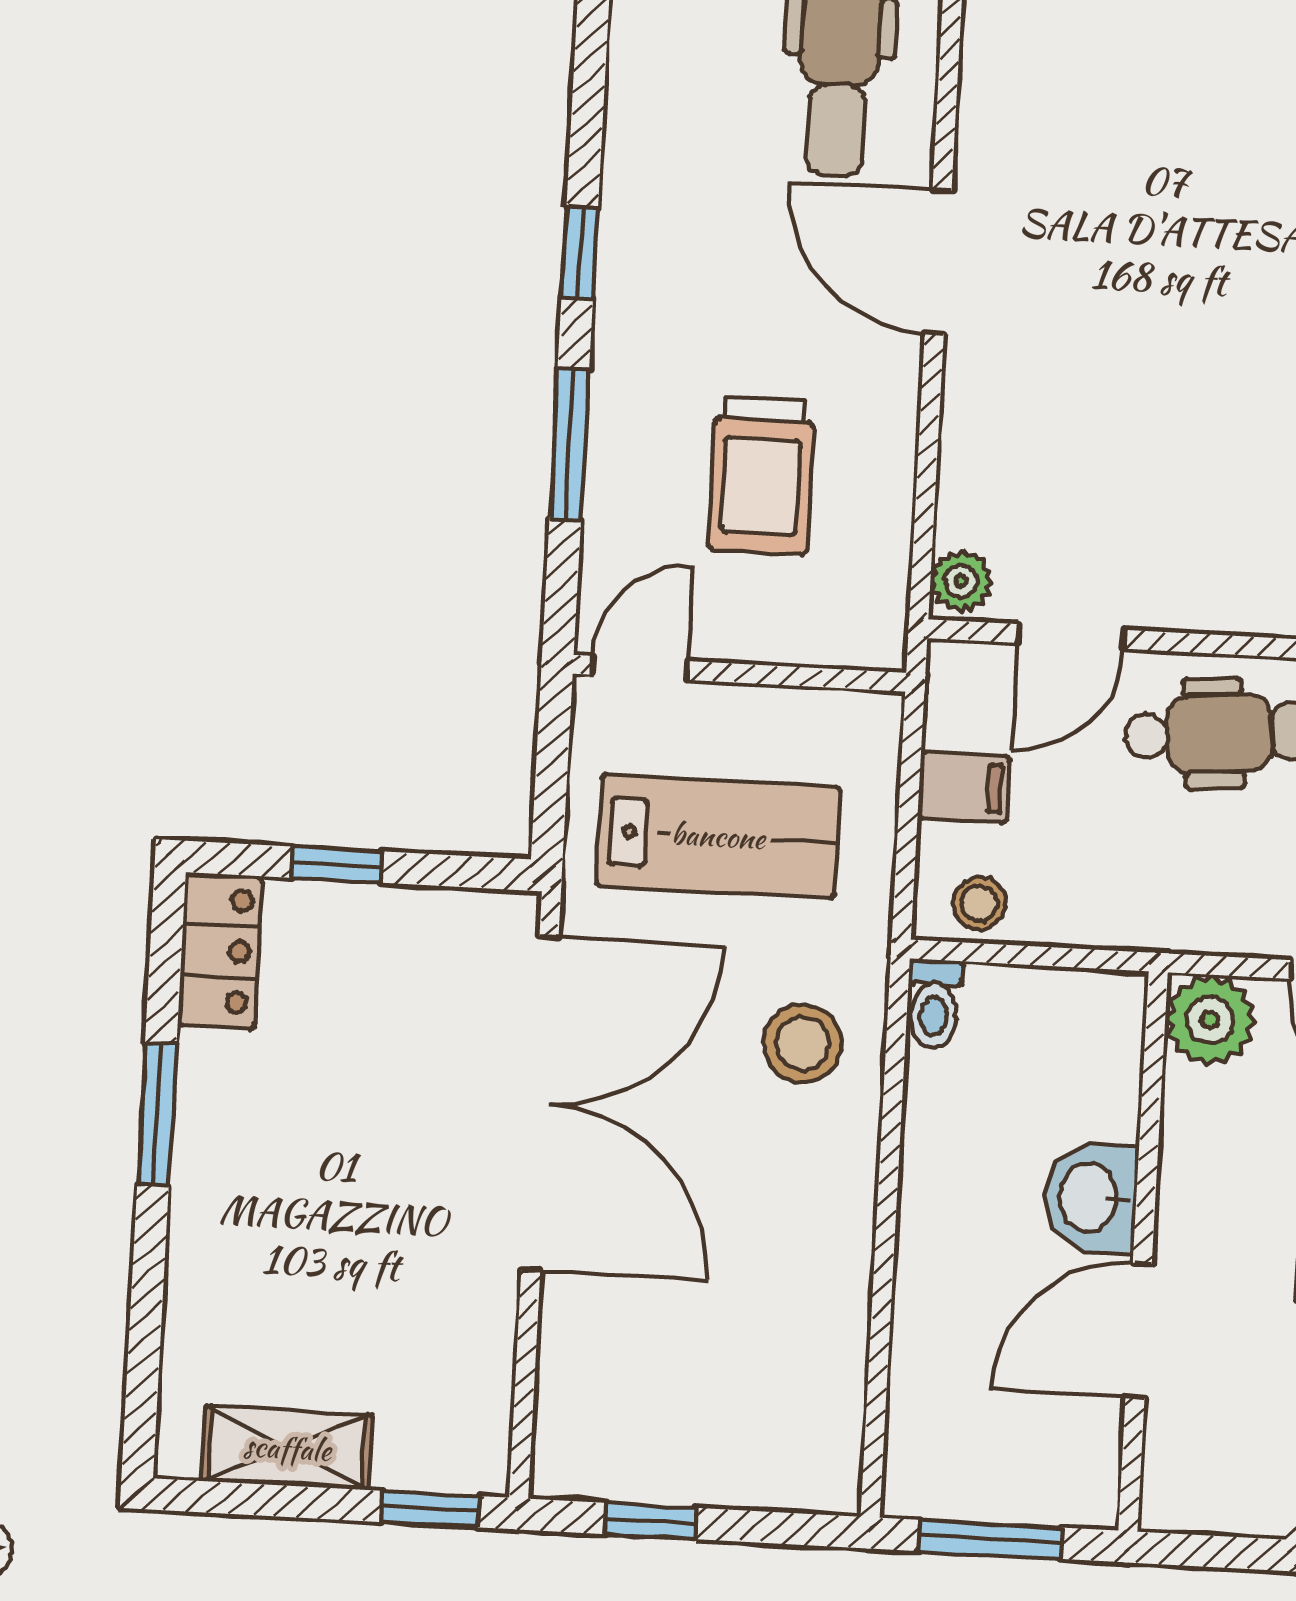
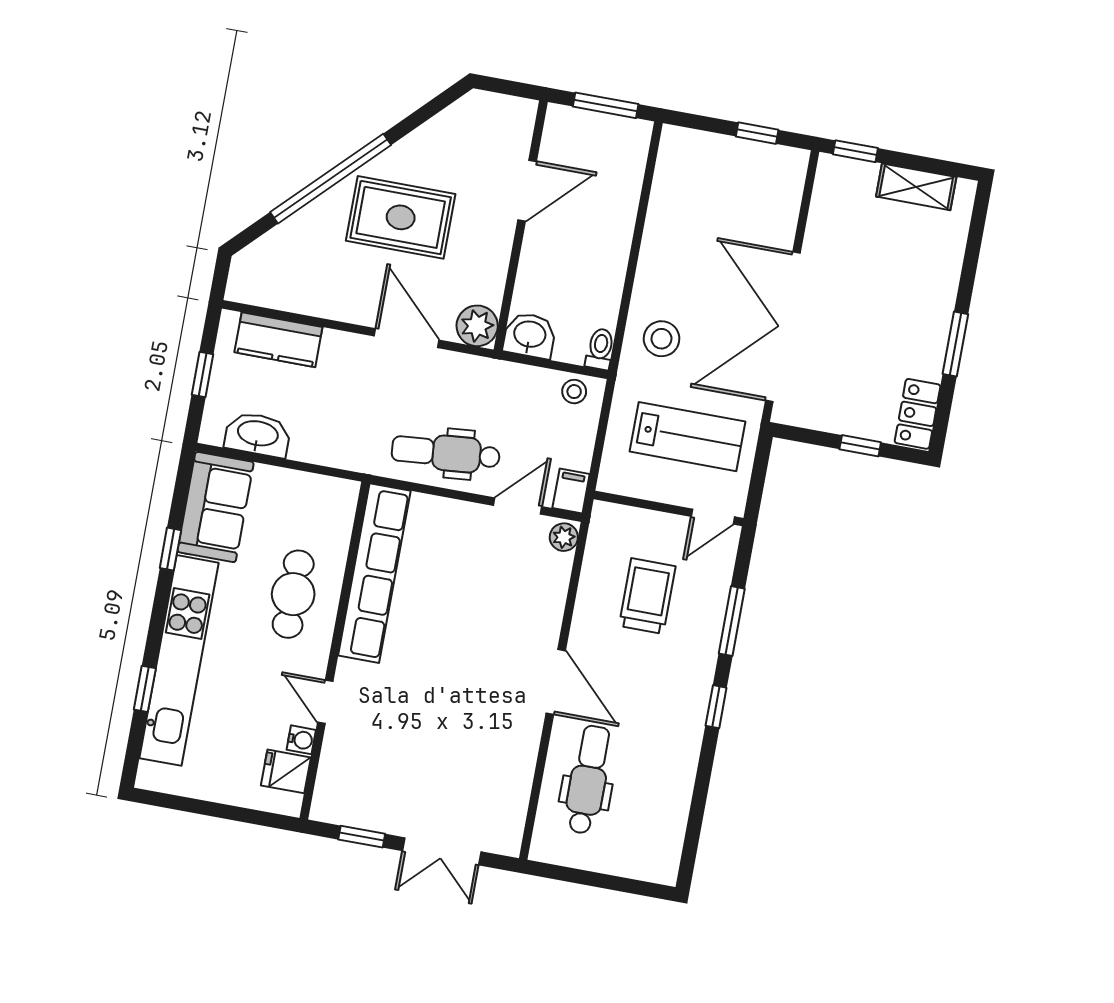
filing cabinet: (964, 787) -> (571, 491), moved, turned 90
lab bench: (718, 836) -> (688, 437), turned 180
washbasin: (1091, 1198) -> (530, 335), moved, turned -90

